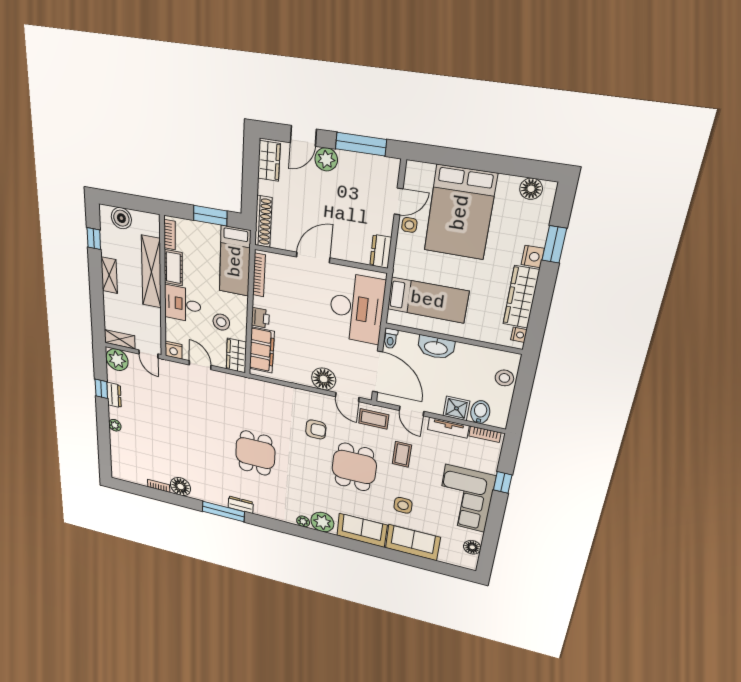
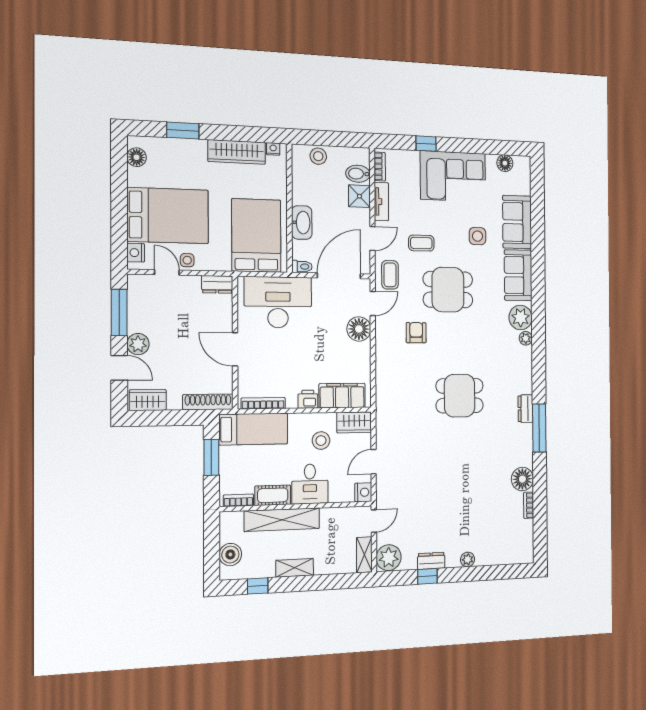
nightstand: (533, 256) -> (136, 253), moved, turned -90
bed: (428, 300) -> (256, 236), width x1.50

